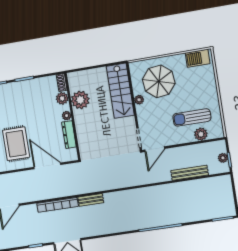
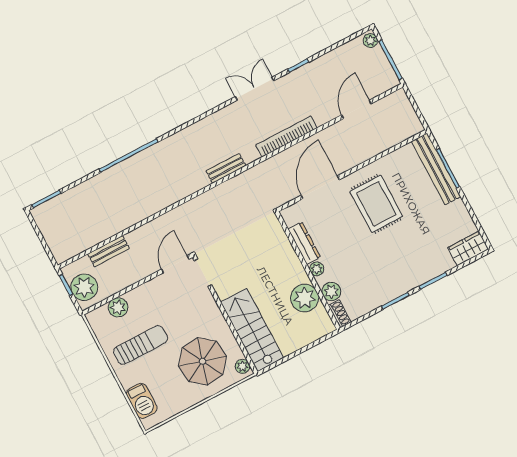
barbecue: (198, 58) -> (142, 401), moved, turned 90
plant: (139, 100) -> (242, 366), moved
sun lounger: (192, 117) -> (141, 345), moved
plant: (223, 158) -> (84, 287), width x1.87, depth x1.87
door: (47, 166) -> (320, 187), swing flipped
bench: (190, 173) -> (108, 251), width x0.73
bench: (91, 200) -> (226, 168), moved

